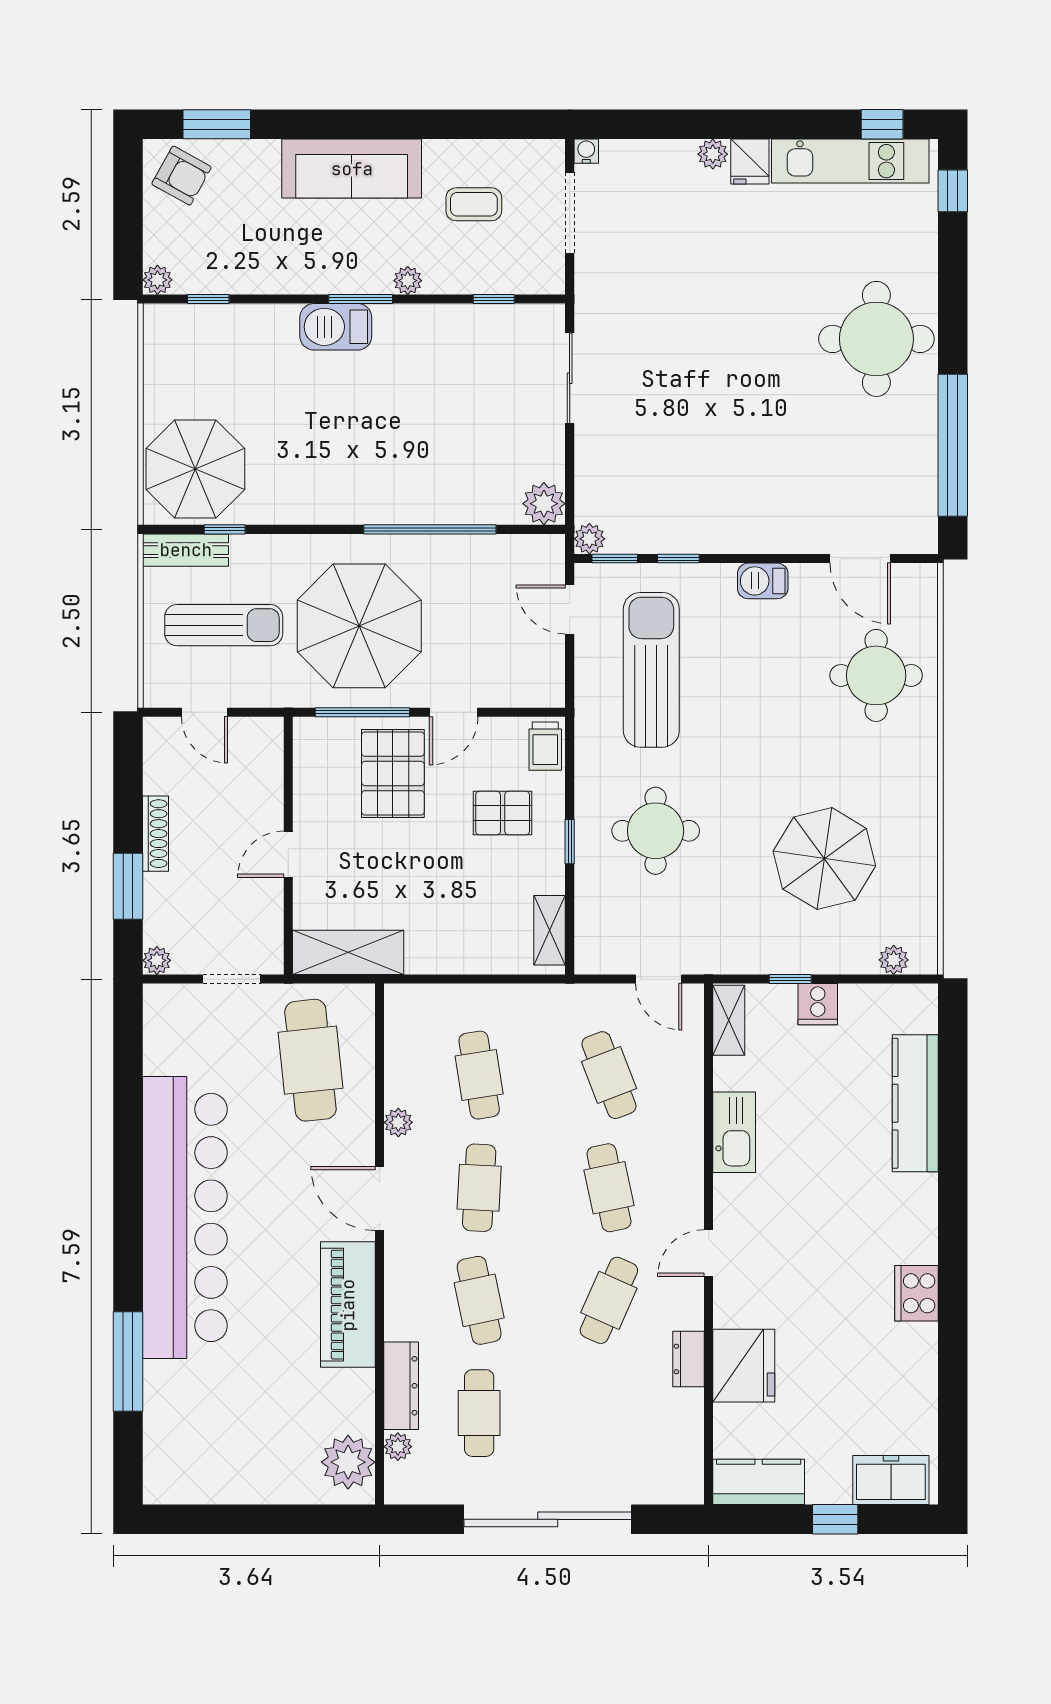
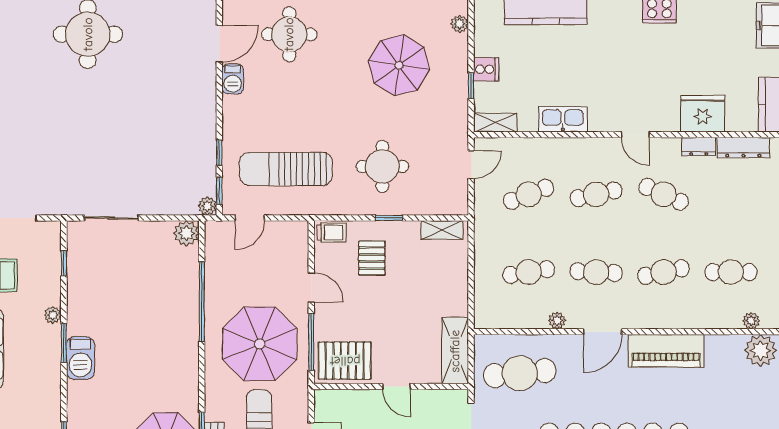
barbecue: (763, 581) -> (233, 79), moved
pallet: (393, 773) -> (345, 361), moved
dresser: (401, 1386) -> (743, 148), moved, turned 180

